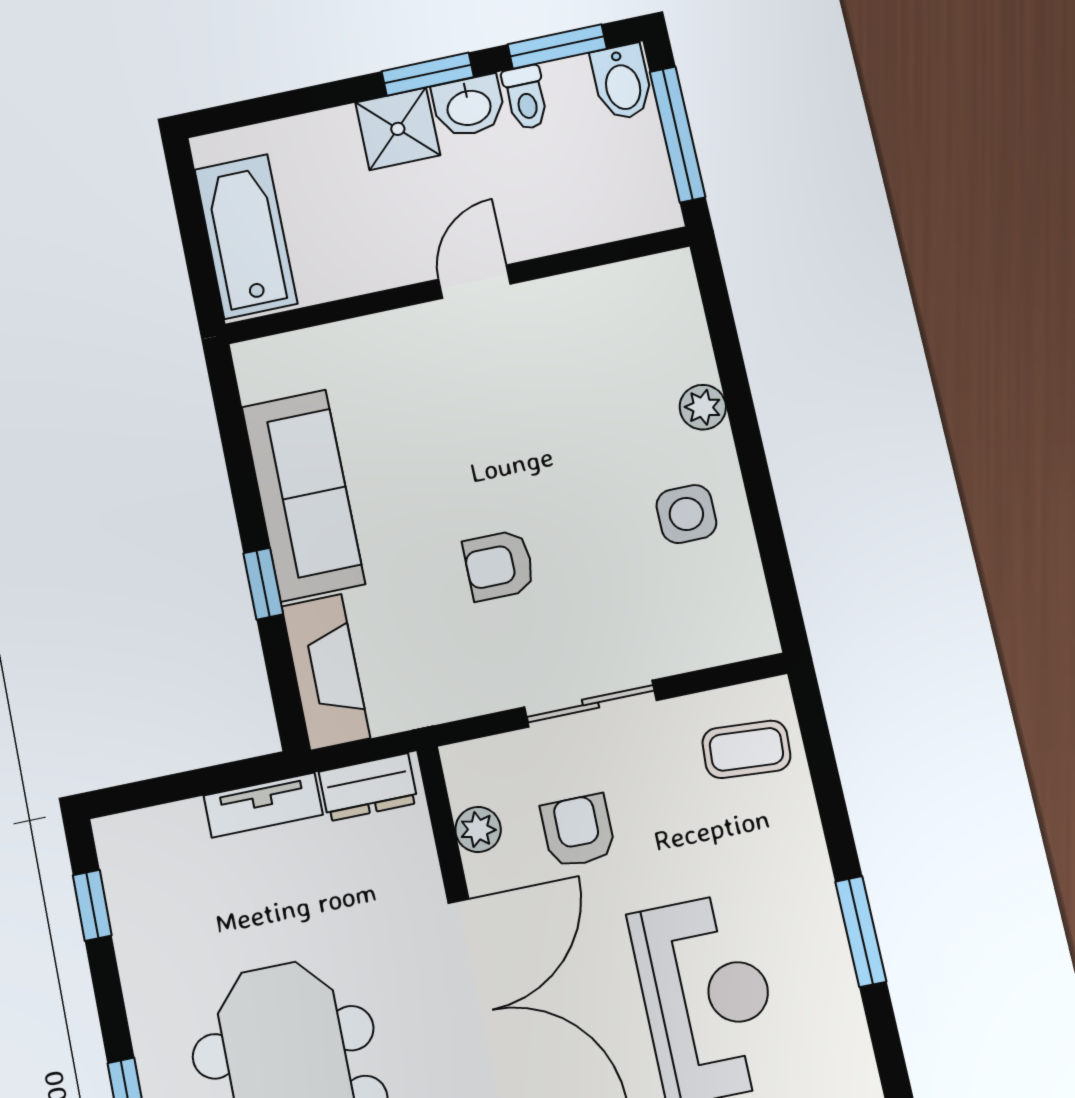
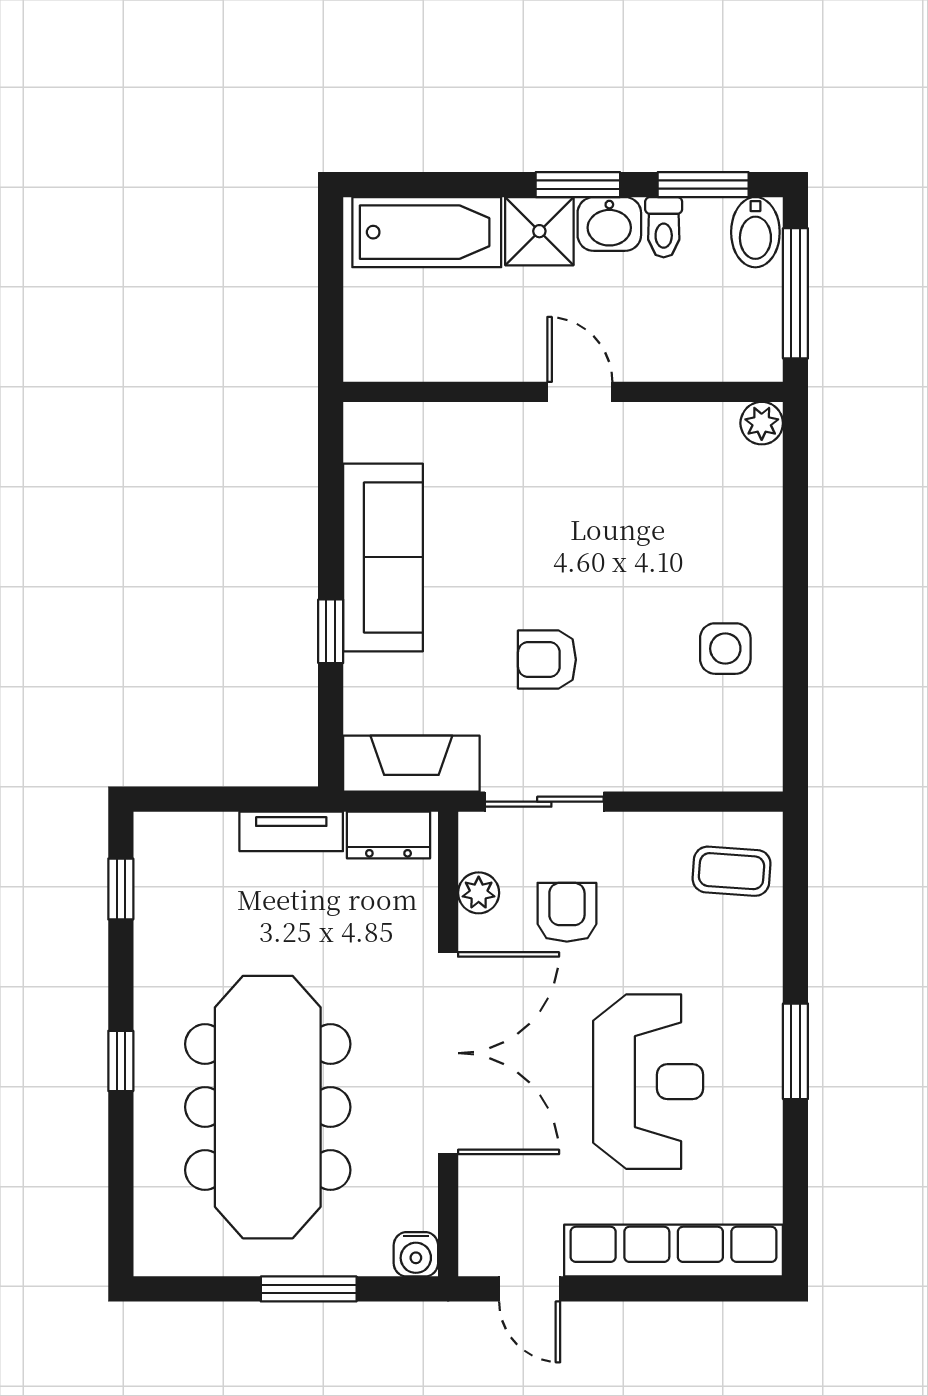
bathtub: (246, 236) -> (427, 232), moved, turned 90
door: (474, 282) -> (580, 392), hinge flipped
plant: (703, 407) -> (762, 423), moved
fireplace: (326, 672) -> (411, 764), moved, turned -90
sliding door: (591, 704) -> (544, 802), moved

